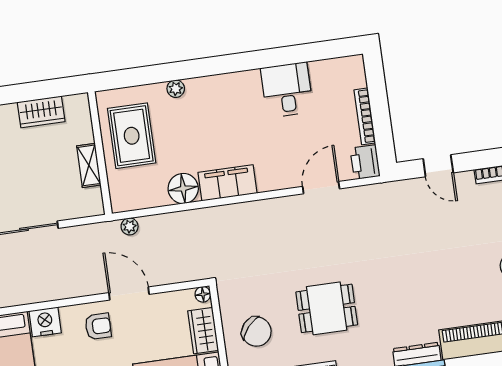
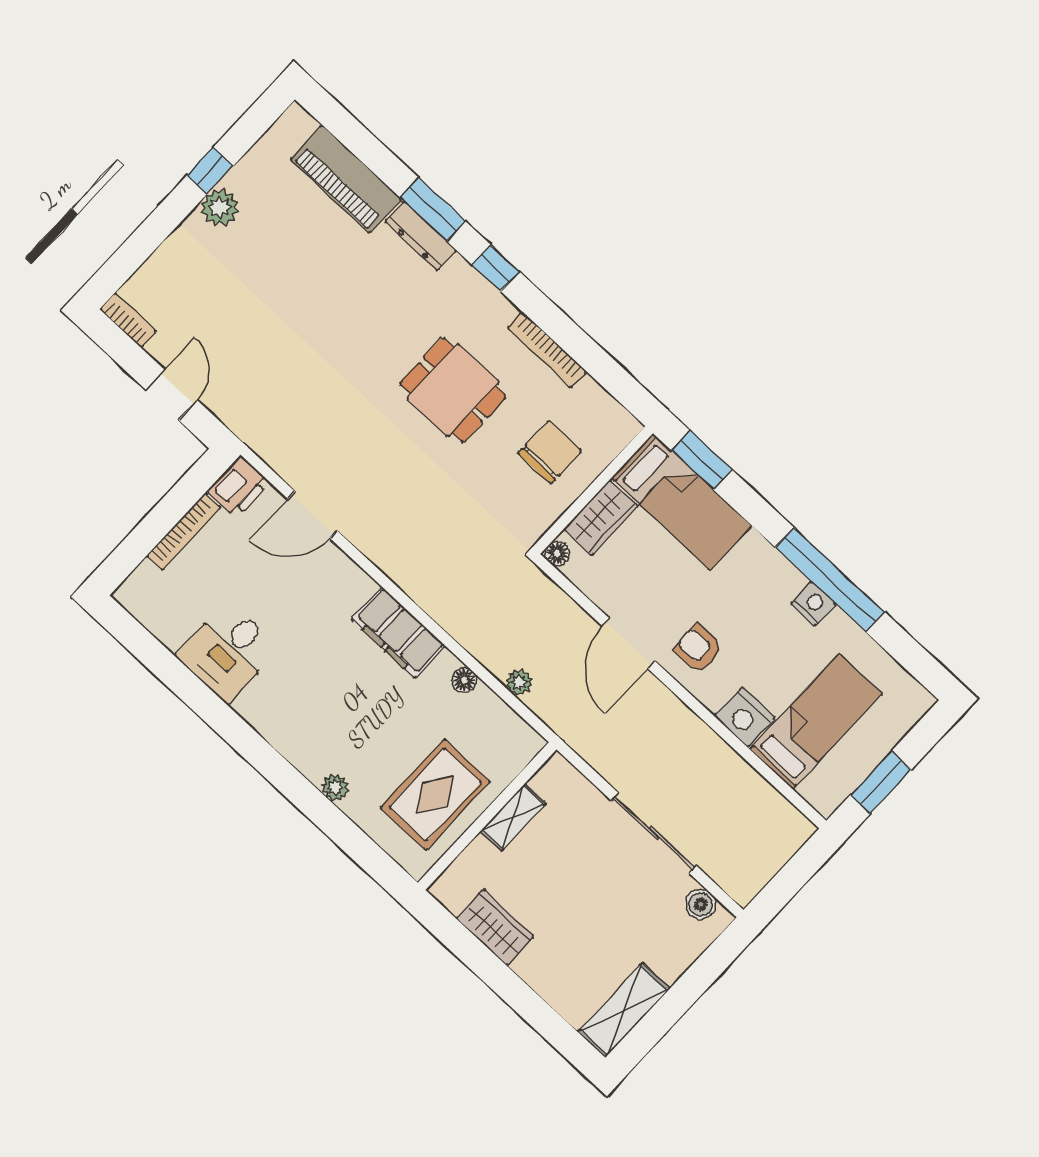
floor lamp: (183, 188) -> (464, 680), width x0.53, depth x0.53
plant: (130, 226) -> (519, 682), moved
chair: (256, 332) -> (550, 452), turned 49

